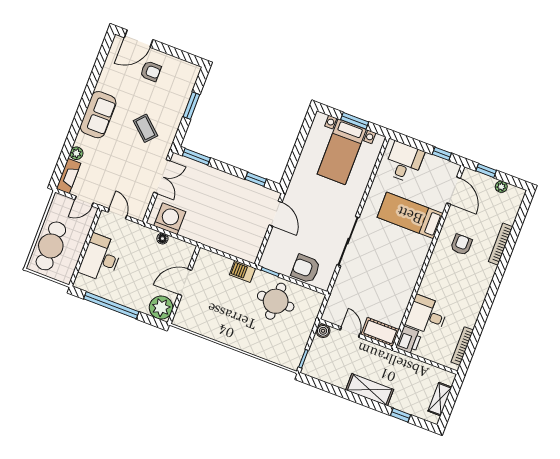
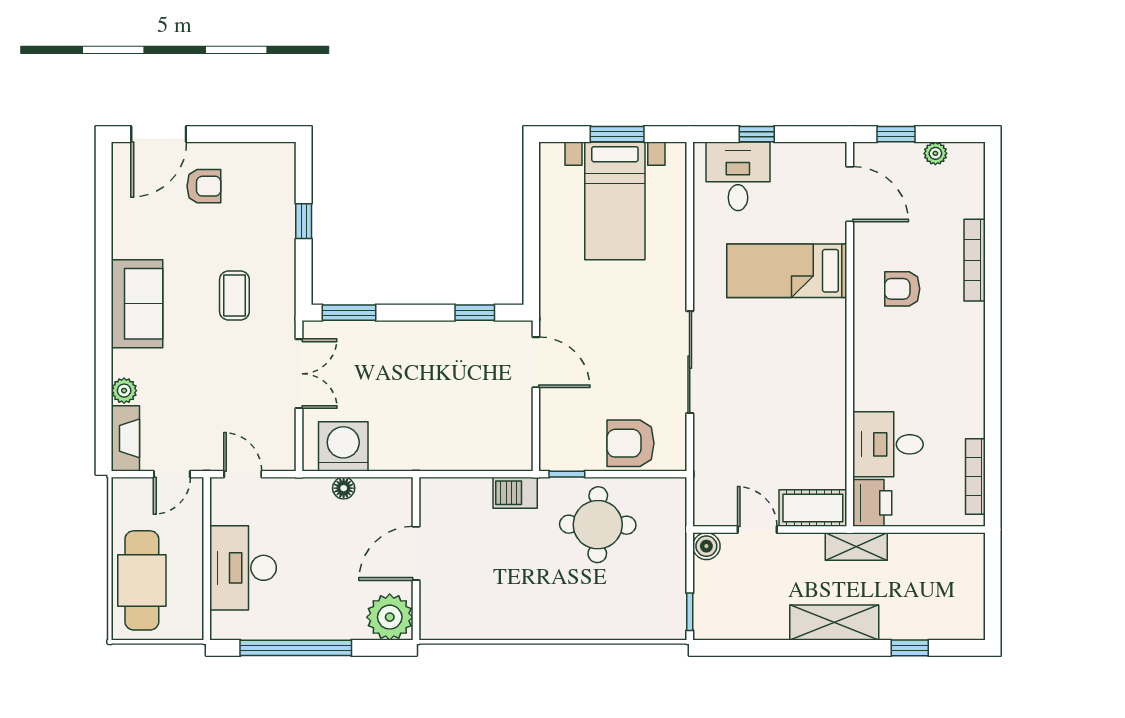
window: (191, 106) -> (304, 221), width x0.67
coffee table: (145, 128) -> (234, 295), turned 48
window: (442, 154) -> (757, 134), moved
armchair: (461, 245) -> (902, 289), turned -90
shelving: (440, 399) -> (856, 546), moved, turned 90

